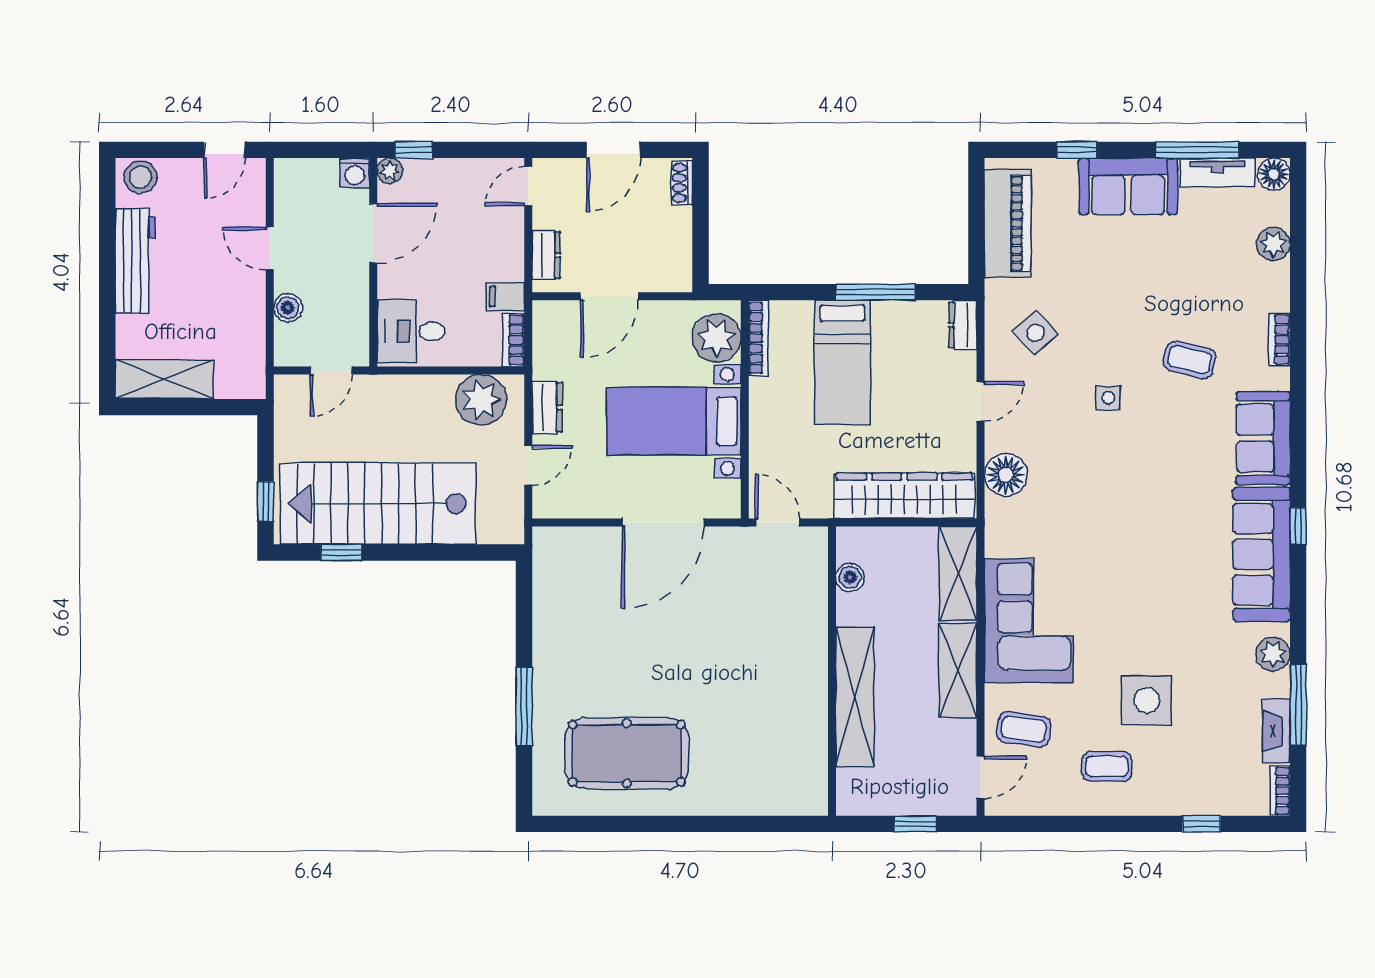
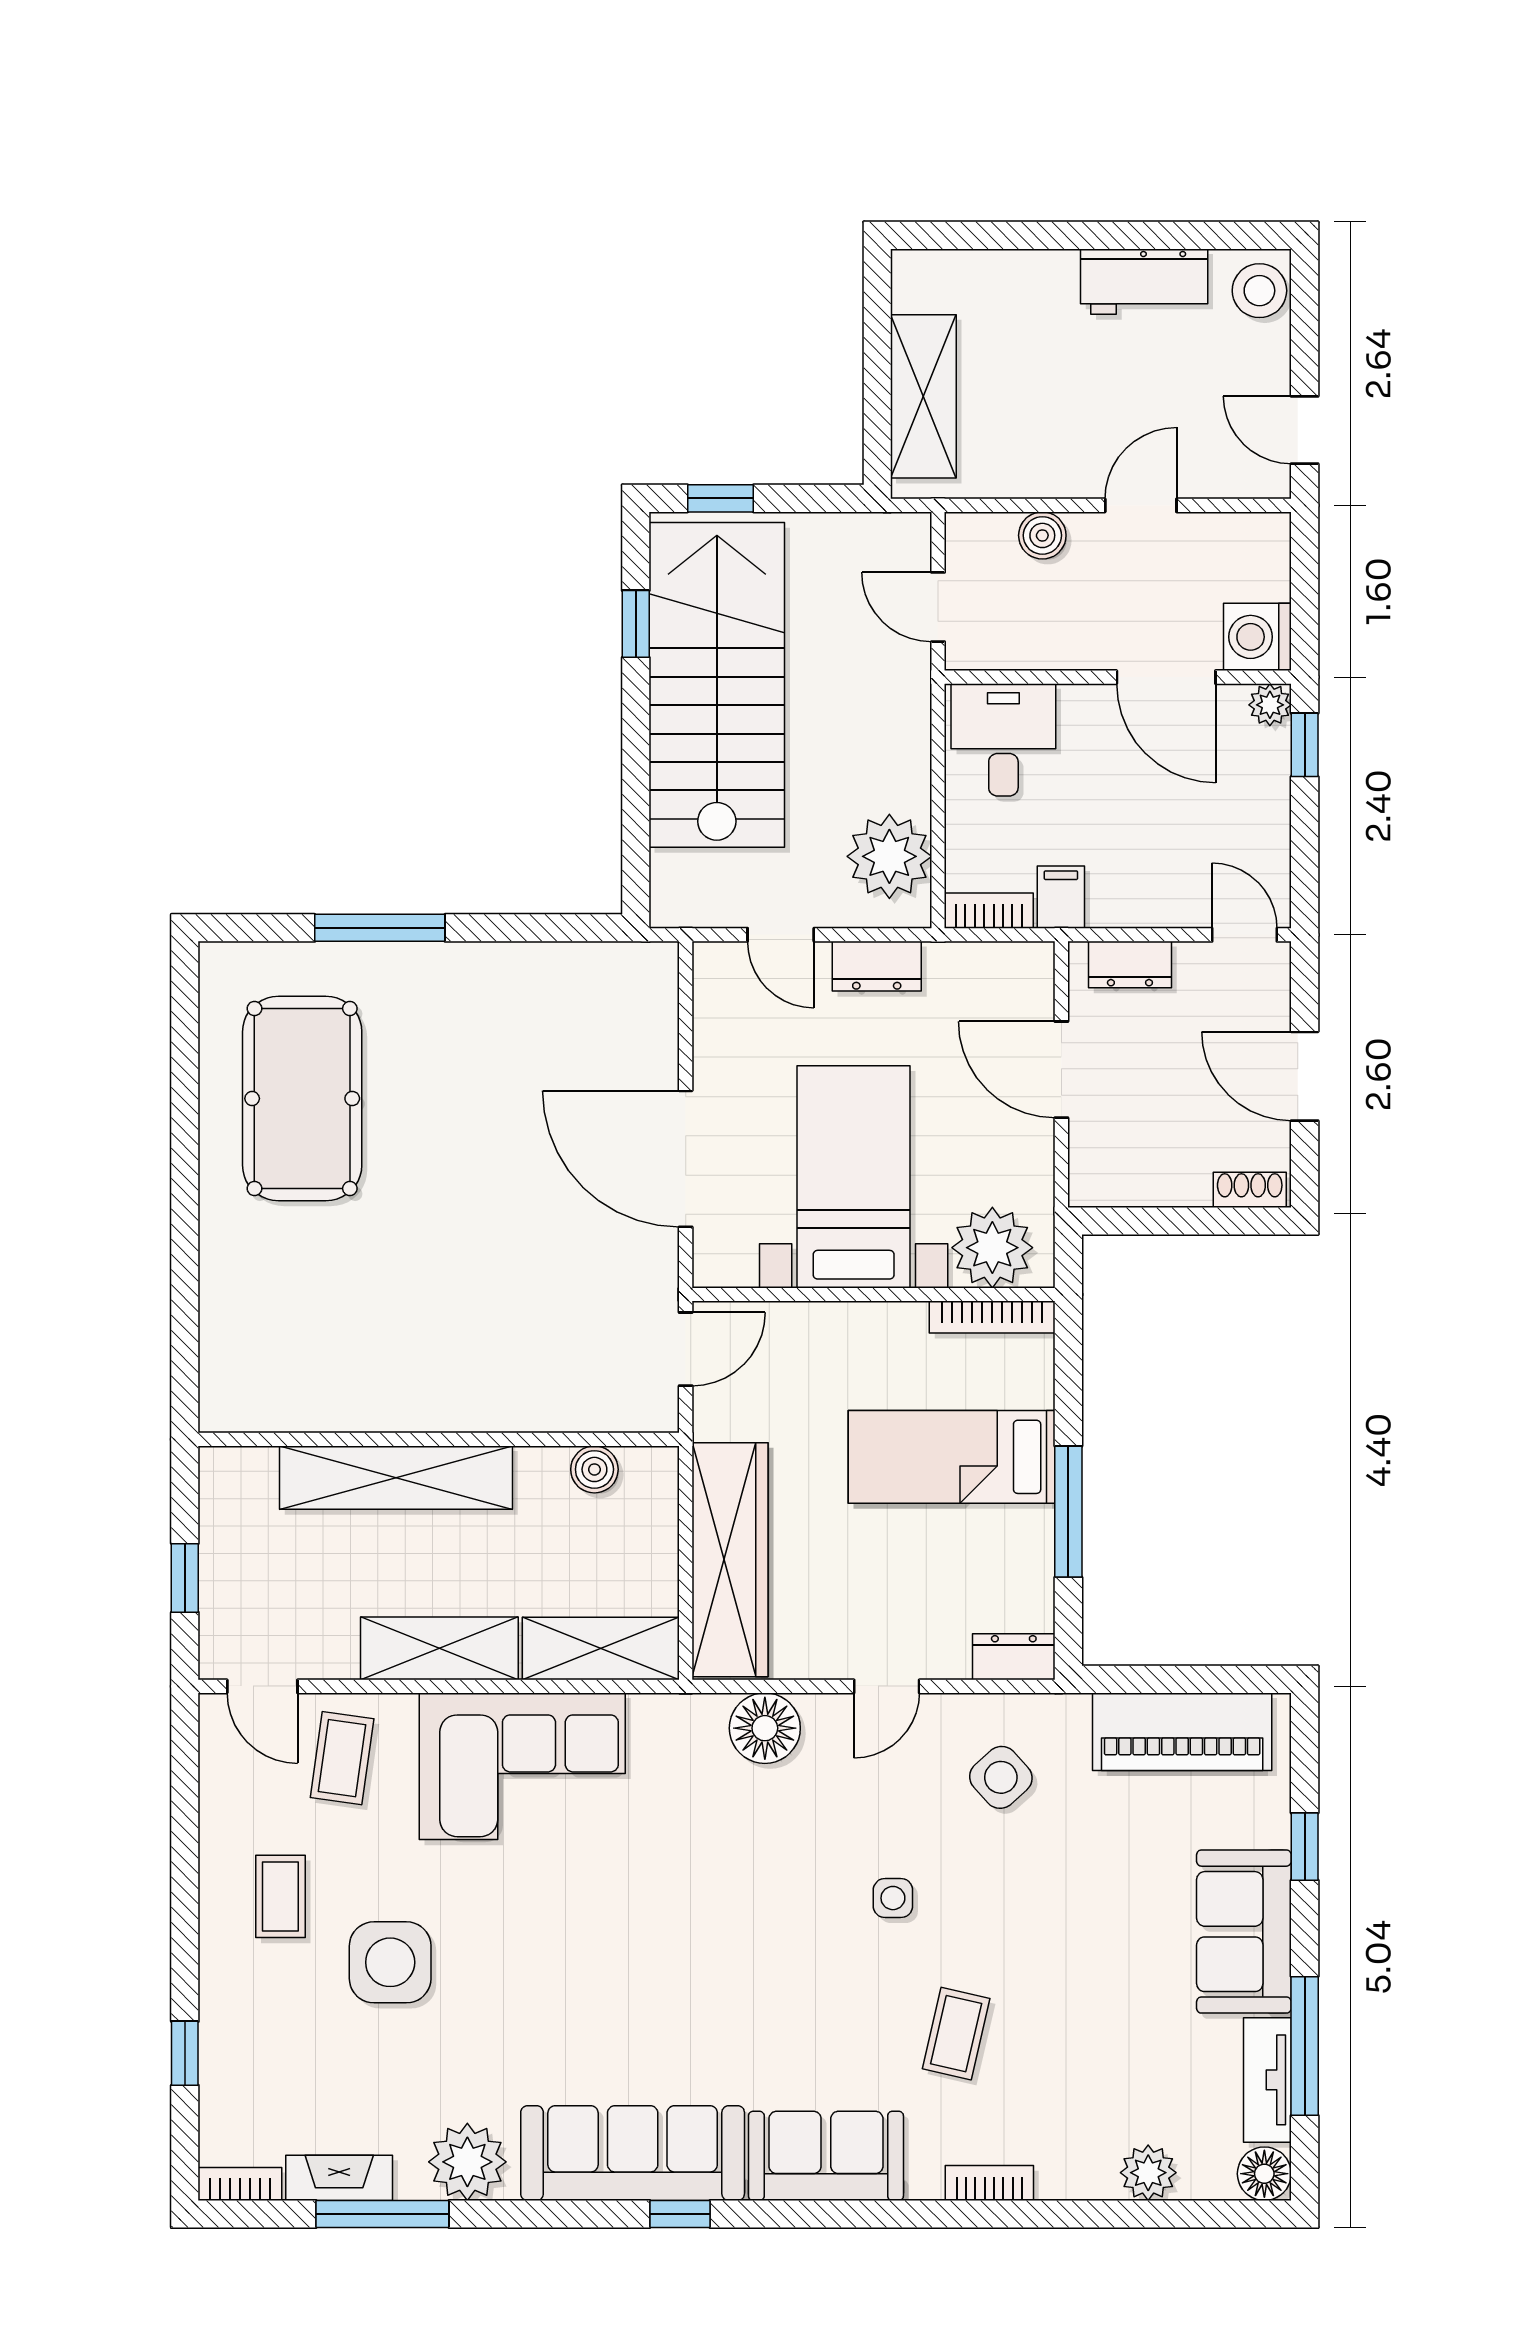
washing machine: (354, 173) -> (1257, 637), width x1.38, depth x1.38
workbench: (135, 261) -> (1144, 282), width x0.73
shelving: (164, 379) -> (923, 396), moved
door: (981, 401) -> (887, 1686), hinge flipped
plant: (1273, 654) -> (467, 2162), width x1.36, depth x1.36

